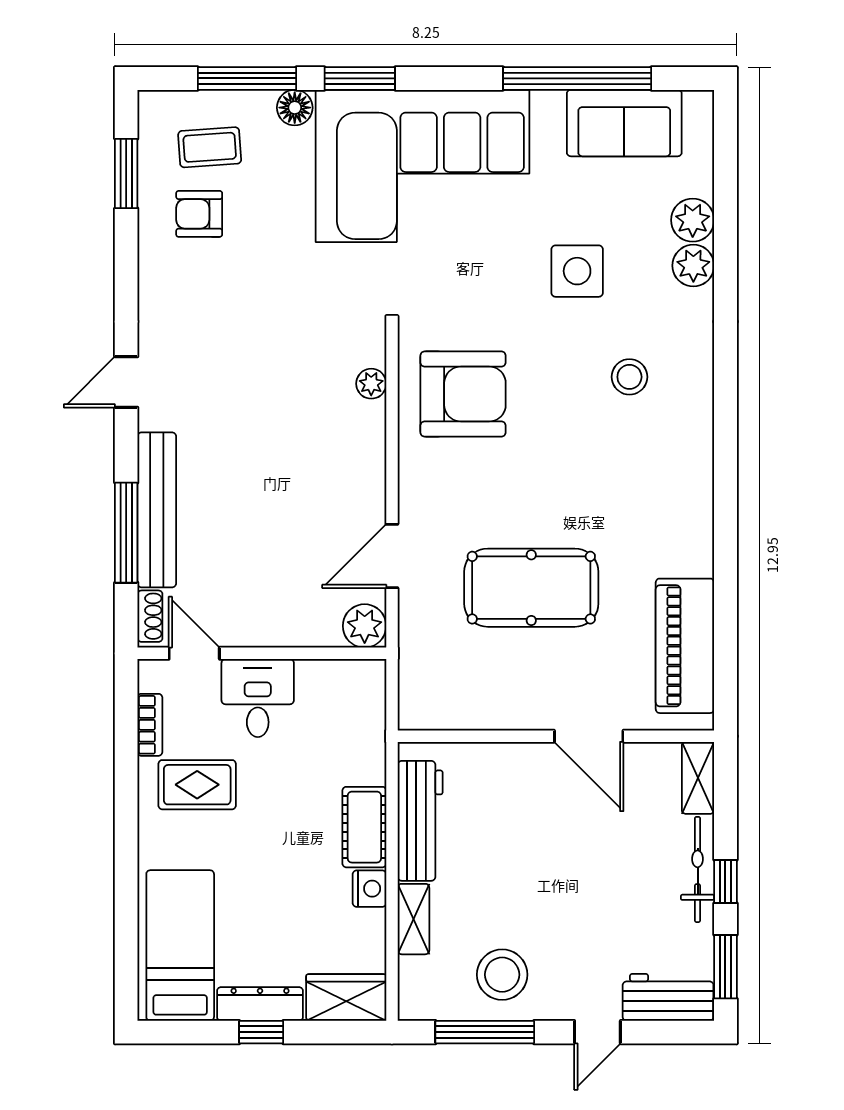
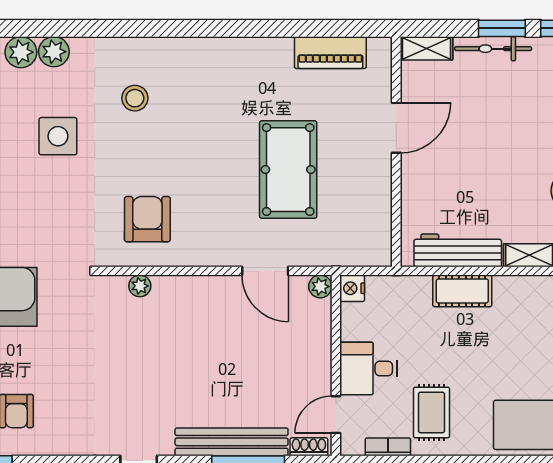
armchair: (463, 394) -> (147, 219), width x0.73, depth x0.73
plant: (365, 626) -> (320, 286), width x0.73, depth x0.73
piano: (685, 646) -> (330, 53), width x0.73, depth x0.75
window: (725, 881) -> (502, 28), width x1.50
nightstand: (369, 889) -> (352, 288), moved, turned -90

